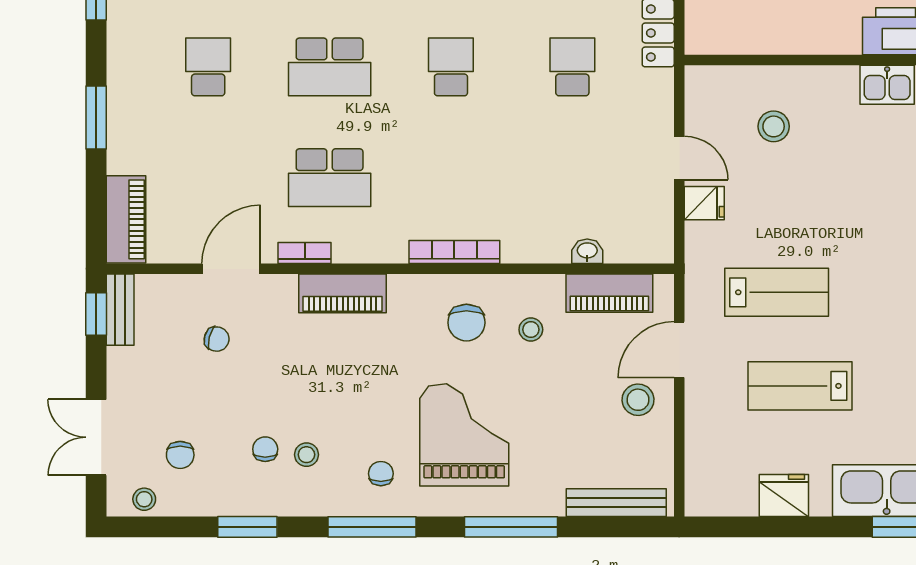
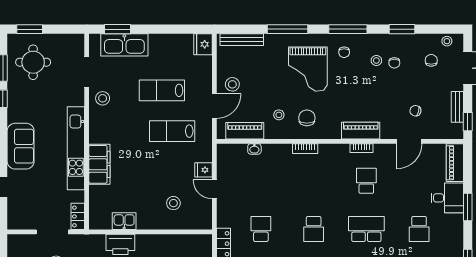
school desk: (572, 67) -> (261, 229), turned 180
desk: (144, 138) -> (447, 198), added
school desk: (330, 178) -> (366, 181), width x0.54
bookcase: (454, 252) -> (305, 149), width x0.64
bookcase: (305, 253) -> (361, 148), moved
bench: (120, 310) -> (457, 107), moved
lab bench: (800, 386) -> (162, 90), turned 180
fridge: (784, 495) -> (203, 44), moved, turned 90

